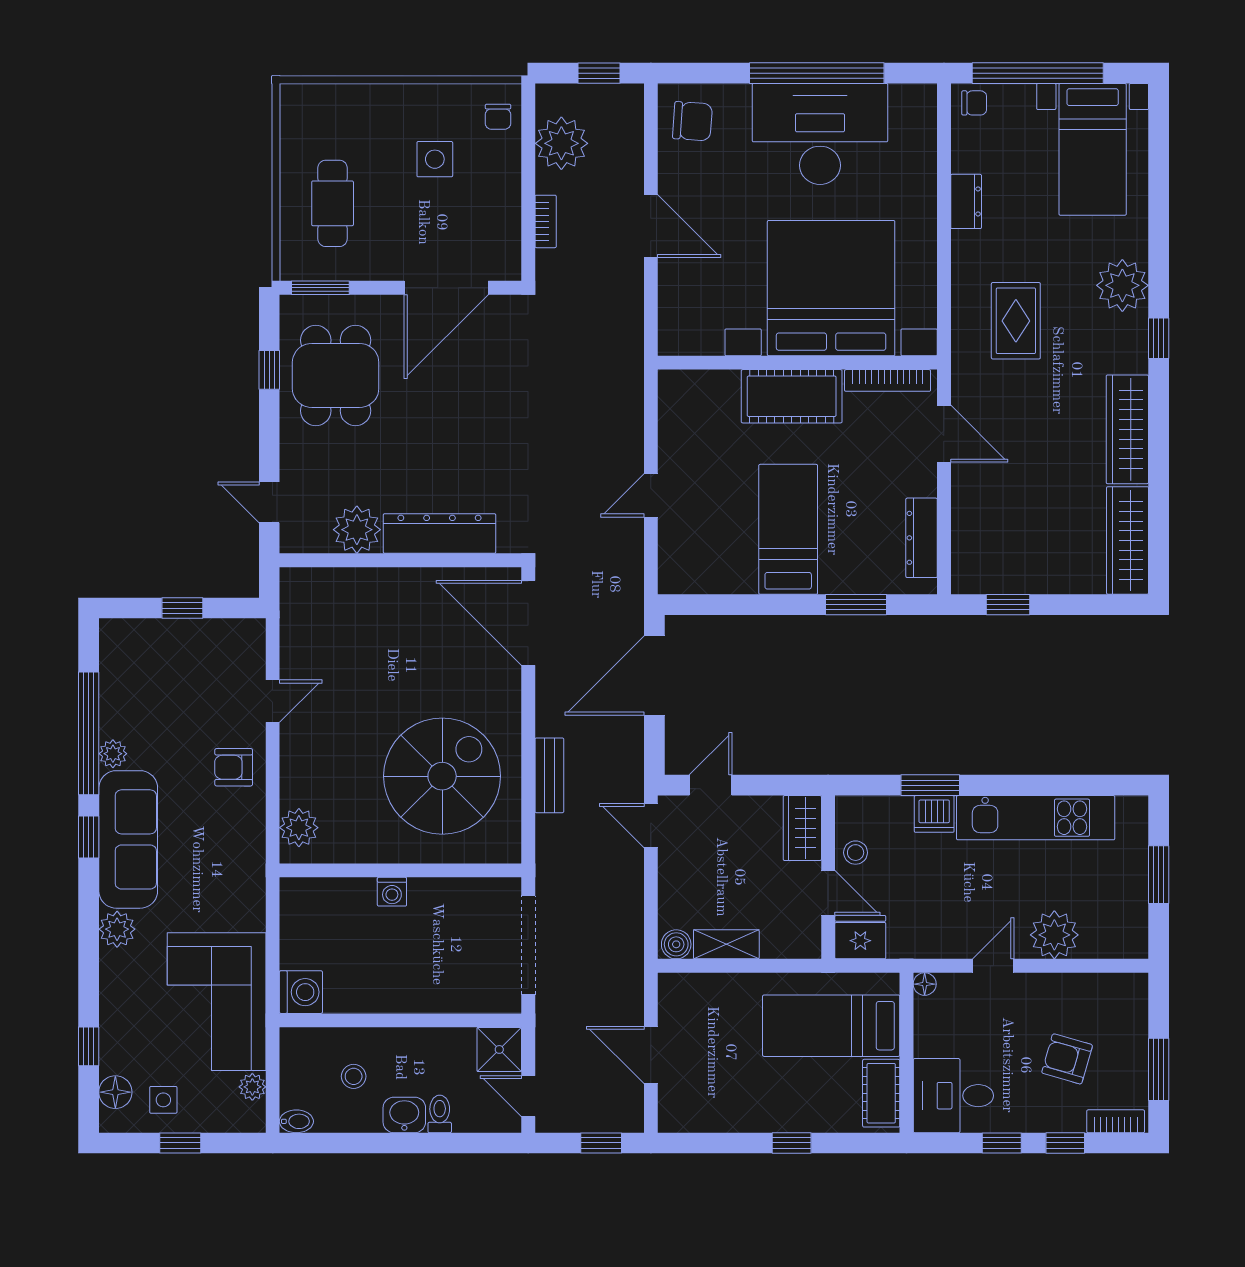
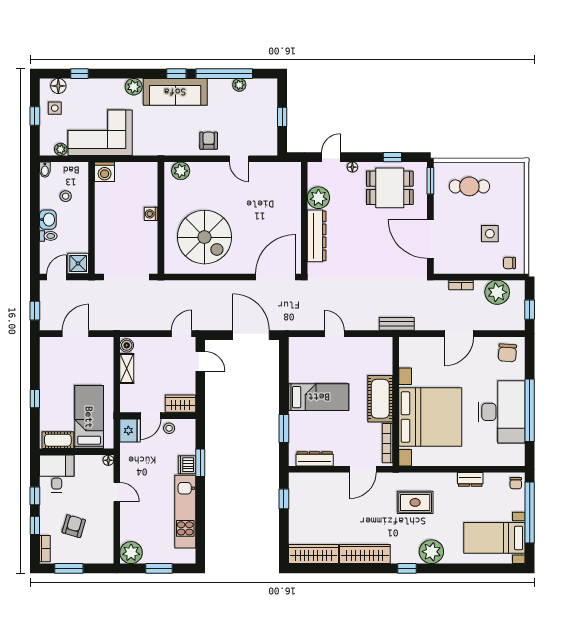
floor lamp: (291, 456) -> (352, 167), added
plant: (113, 754) -> (239, 85), moved
bench: (549, 775) -> (397, 324), moved
plant: (1054, 935) -> (131, 553), moved

